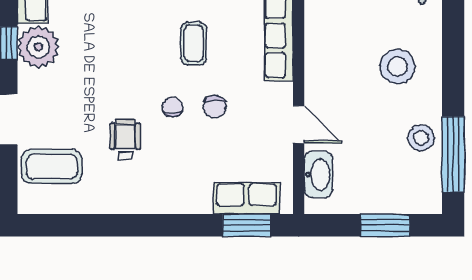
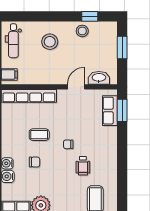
chair: (215, 107) -> (34, 162), moved
wheelchair: (125, 139) -> (83, 166), turned -90
window: (453, 154) -> (90, 16), width x0.46

